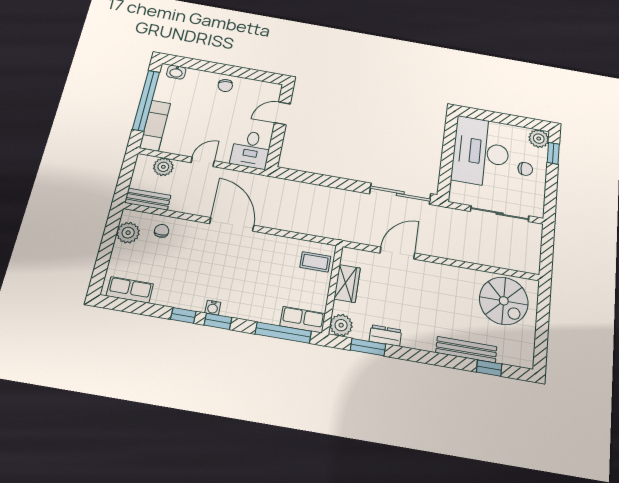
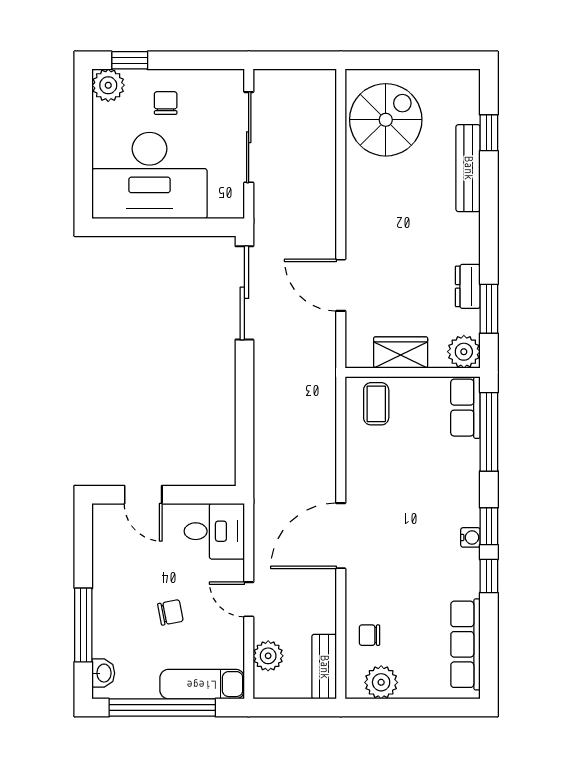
window: (209, 67) -> (83, 625), added
chair: (225, 86) -> (170, 612), moved
row of seats: (130, 290) -> (466, 644), width x1.48

